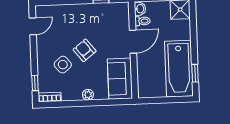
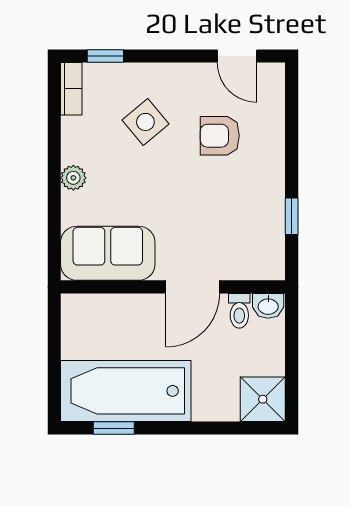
door: (133, 42) -> (193, 287), hinge flipped
armchair: (85, 50) -> (220, 136), moved, turned -142

